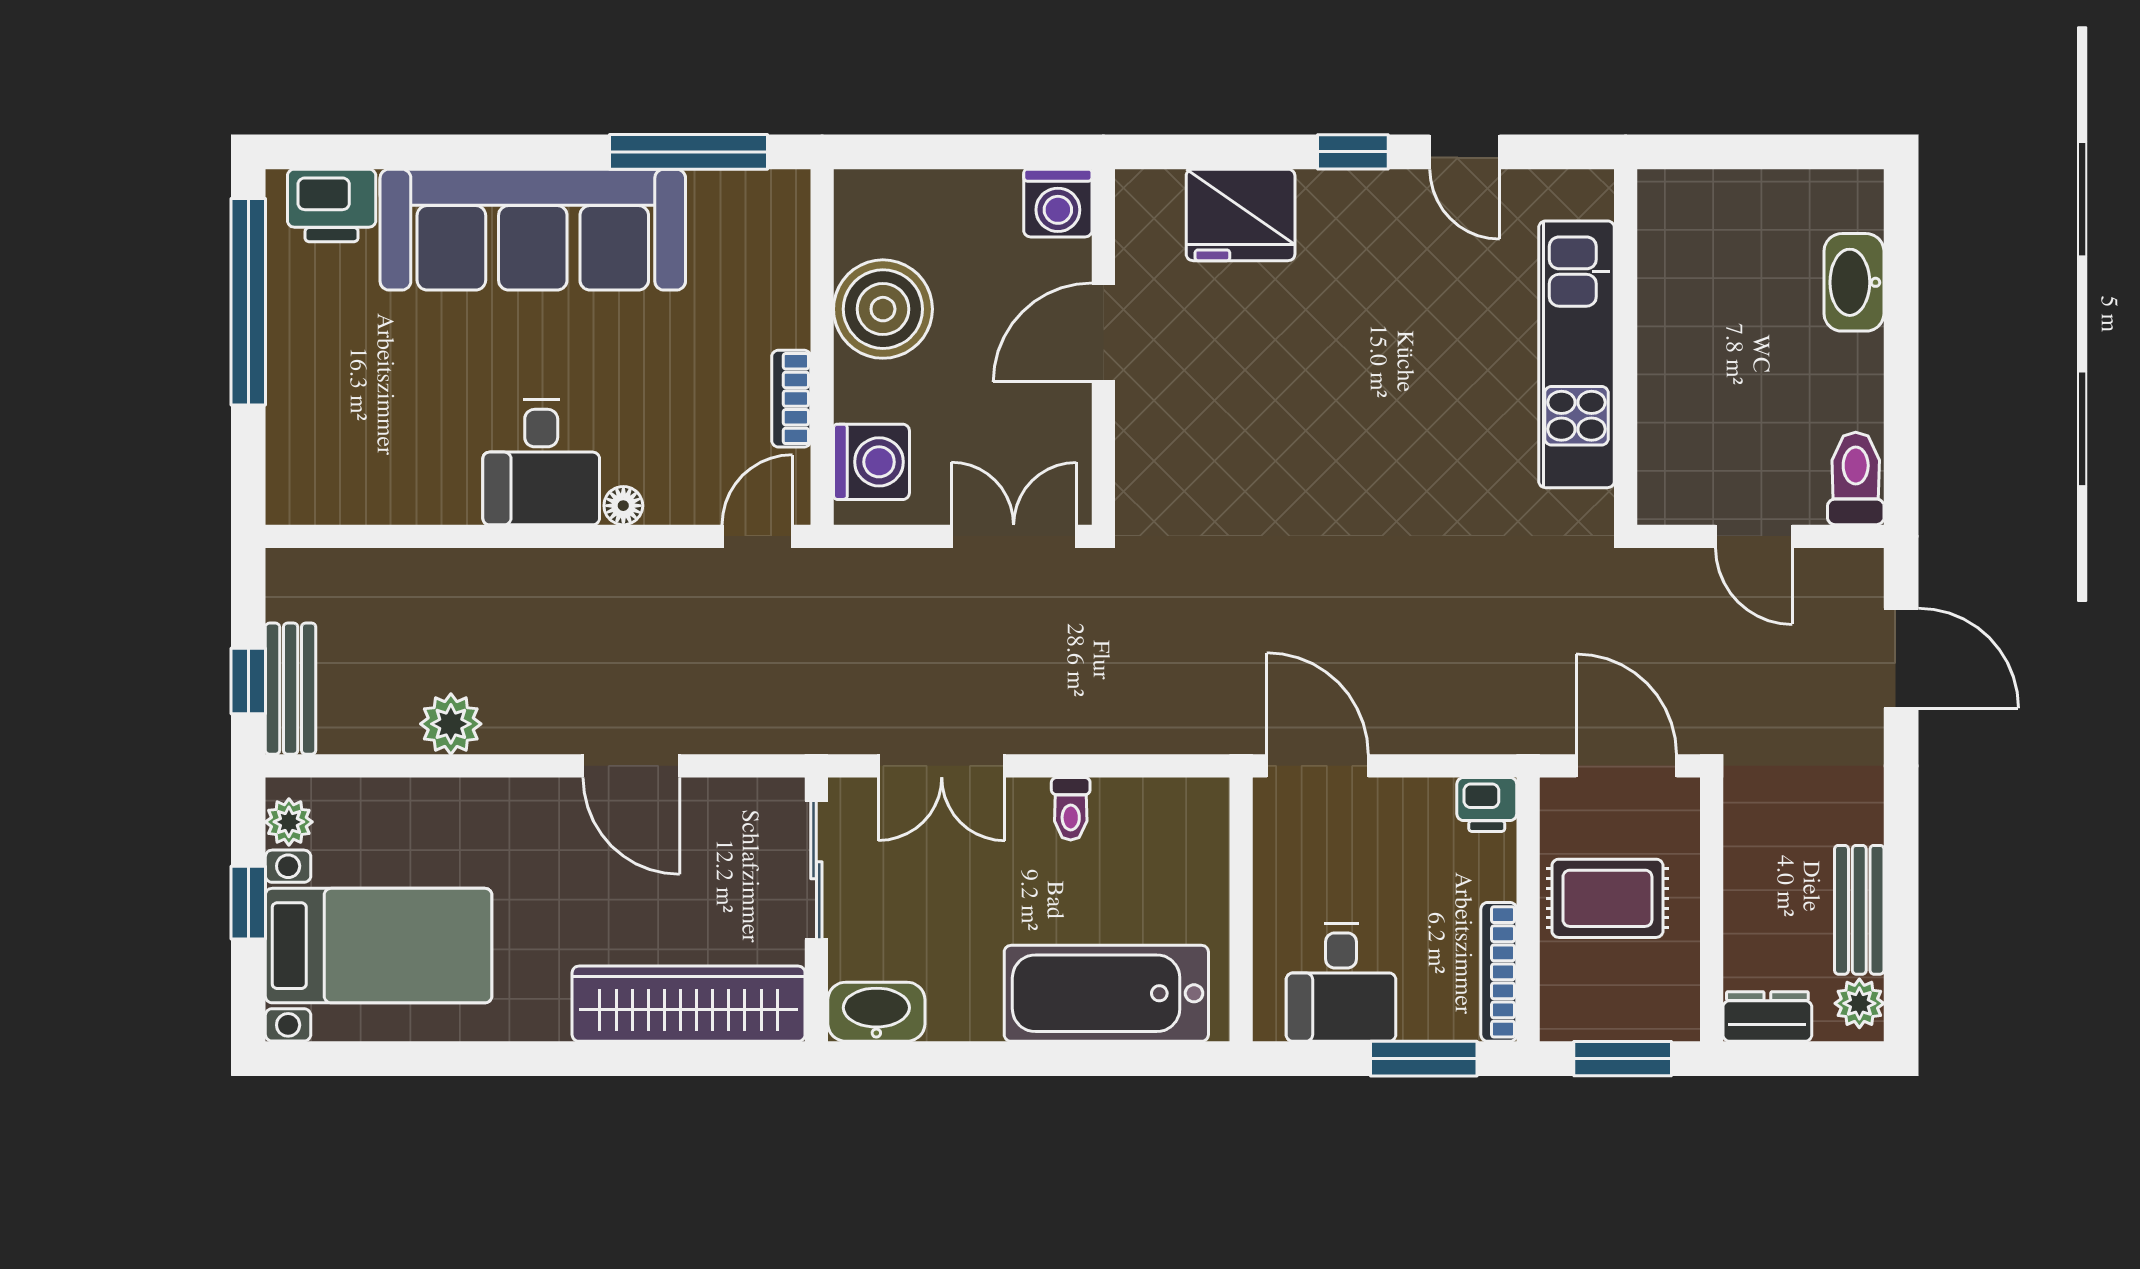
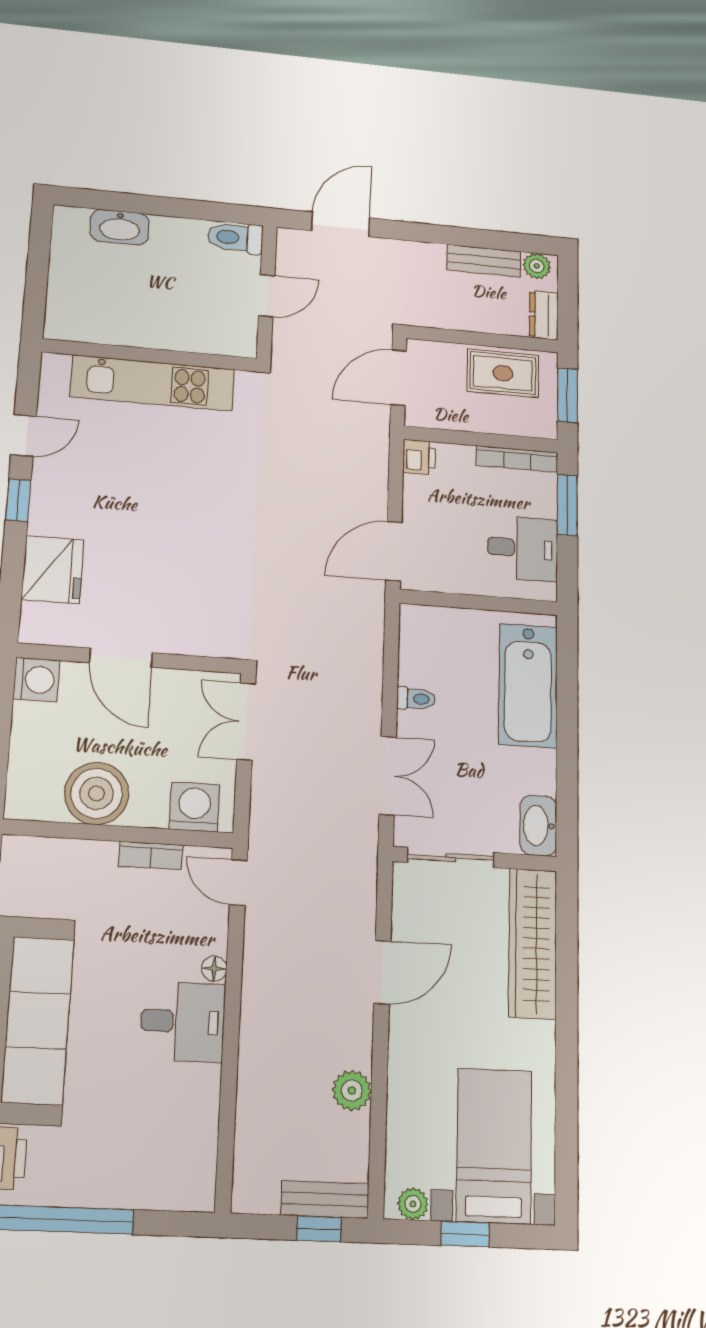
rug: (1607, 898) -> (503, 373), moved, turned 90

